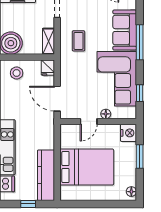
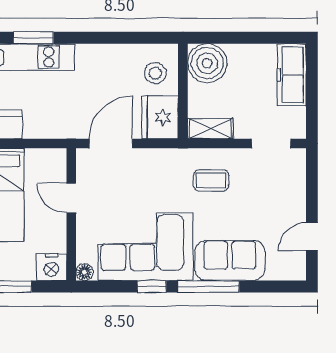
fridge: (48, 68) -> (160, 117), width x1.88, depth x1.34
window: (140, 93) -> (152, 287), moved
floor lamp: (106, 114) -> (84, 272), moved

